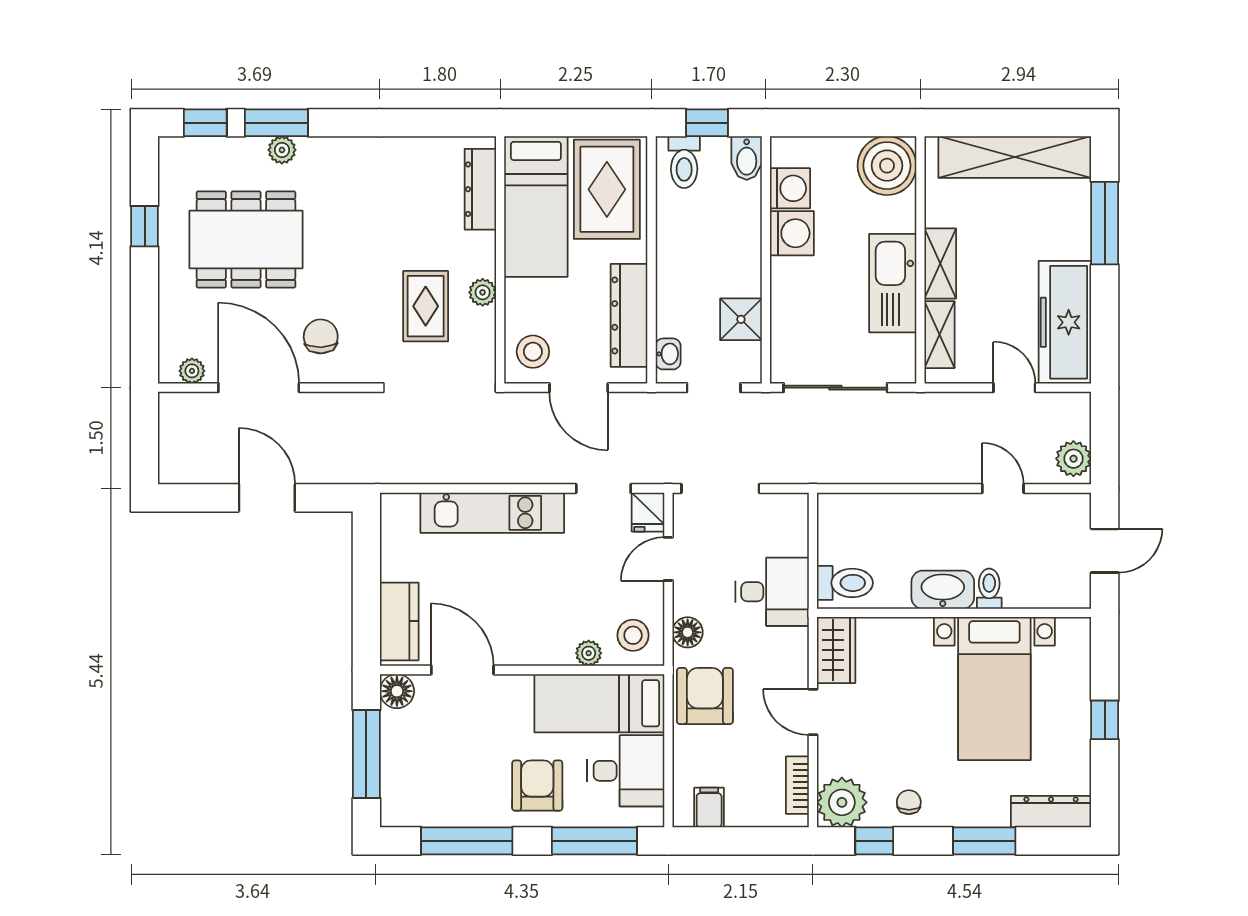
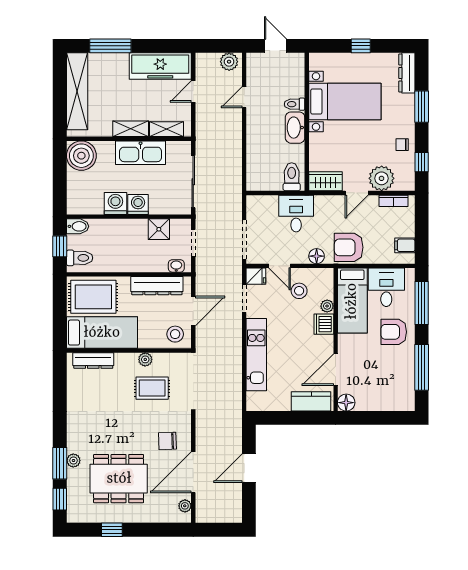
washing machine: (790, 188) -> (138, 205), moved
dining table: (246, 239) -> (119, 479), turned 90
stool: (633, 635) -> (299, 291), moved
dishwasher: (553, 647) -> (324, 324), added
window: (366, 754) -> (378, 418), removed
plant: (842, 802) -> (382, 178), moved

